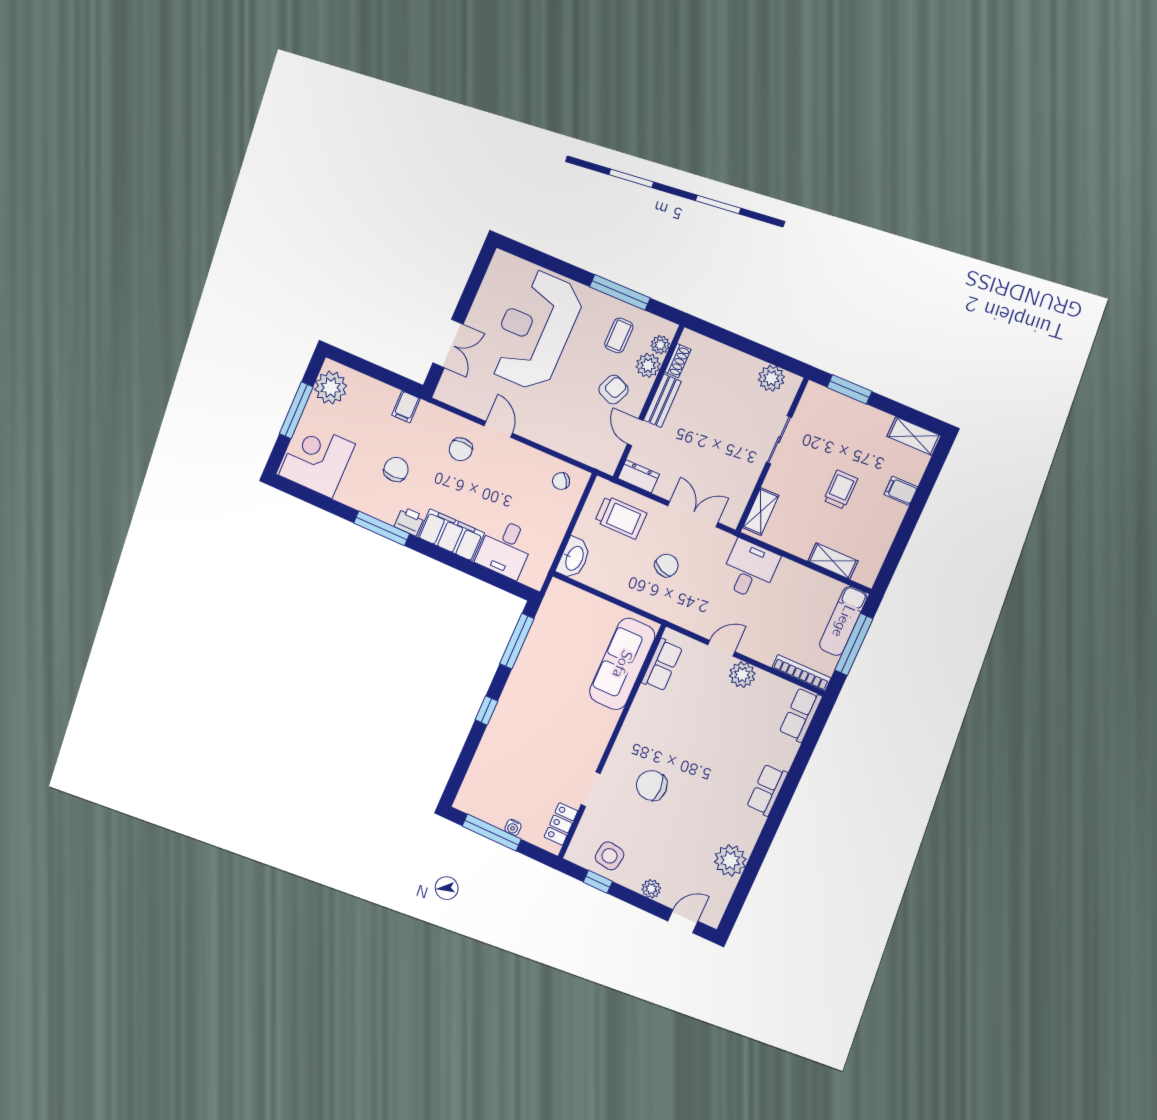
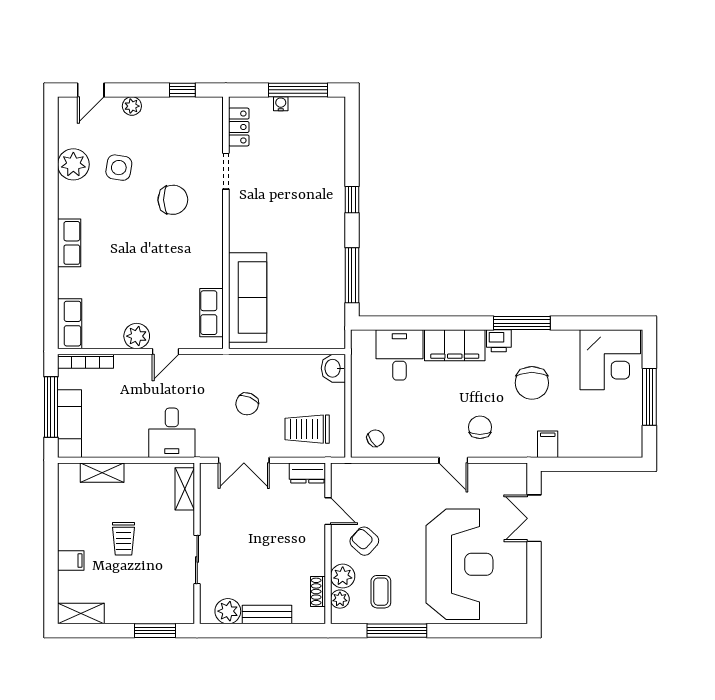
plant: (331, 388) -> (626, 432), removed
armchair: (613, 390) -> (364, 541), turned 109
bench: (662, 401) -> (267, 615), moved, turned 90
chair: (396, 469) -> (532, 383), width x1.37, depth x1.37
washbasin: (574, 558) -> (333, 368), width x0.72
side table: (610, 856) -> (119, 168), moved

